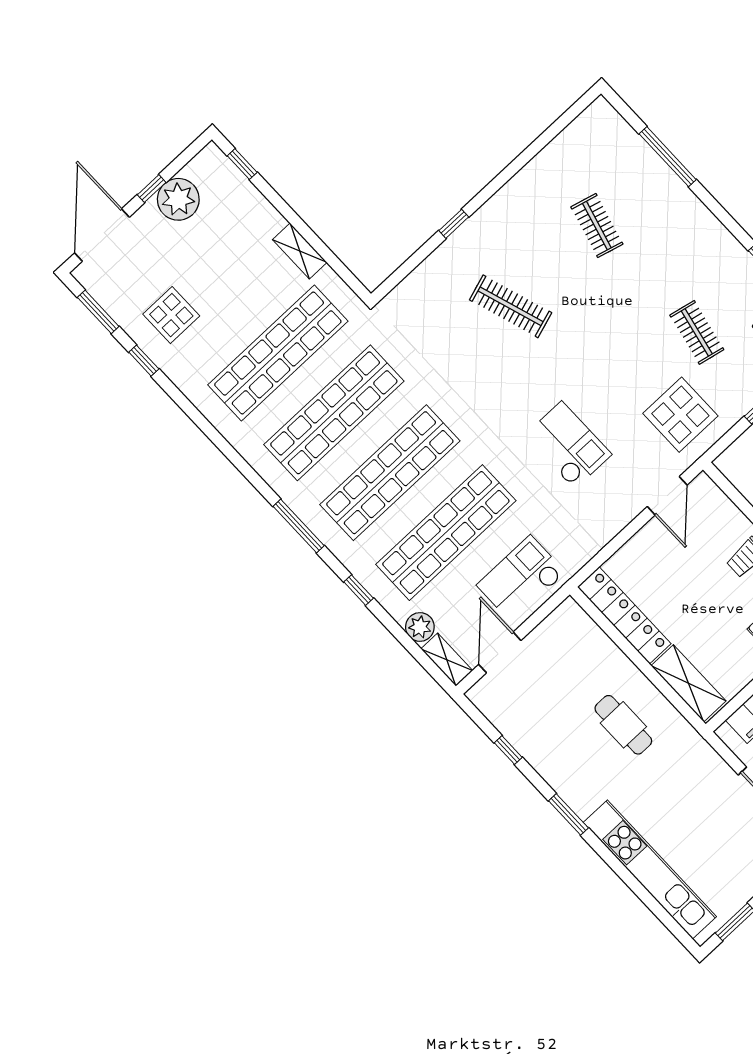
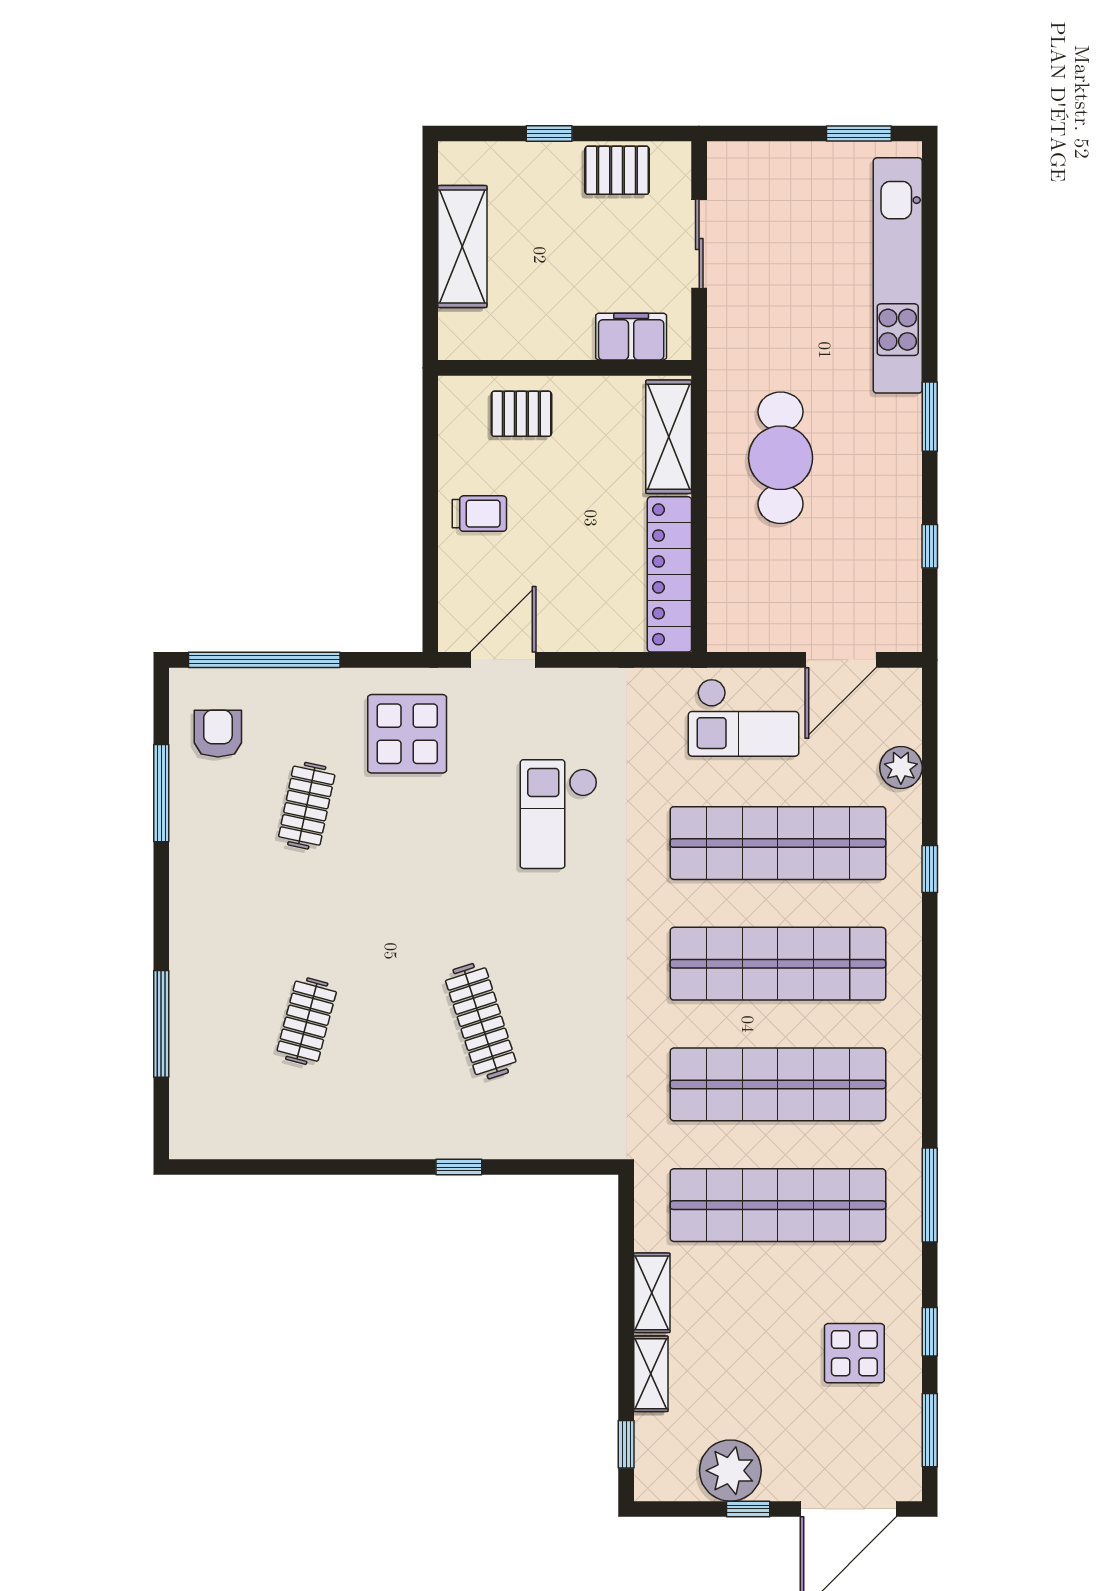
window: (299, 526) -> (930, 1195), moved
shelving: (447, 660) -> (651, 1374), moved
cafe table: (623, 725) -> (781, 458), width x1.37, depth x1.35

